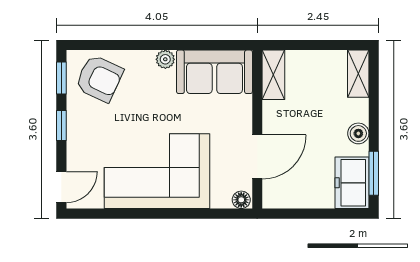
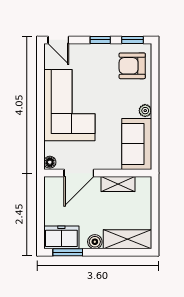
shelving: (358, 74) -> (127, 239), width x1.50, depth x1.33
shelving: (273, 75) -> (118, 184), moved
armchair: (99, 78) -> (132, 66), turned 65
door: (257, 157) -> (79, 173), hinge flipped

